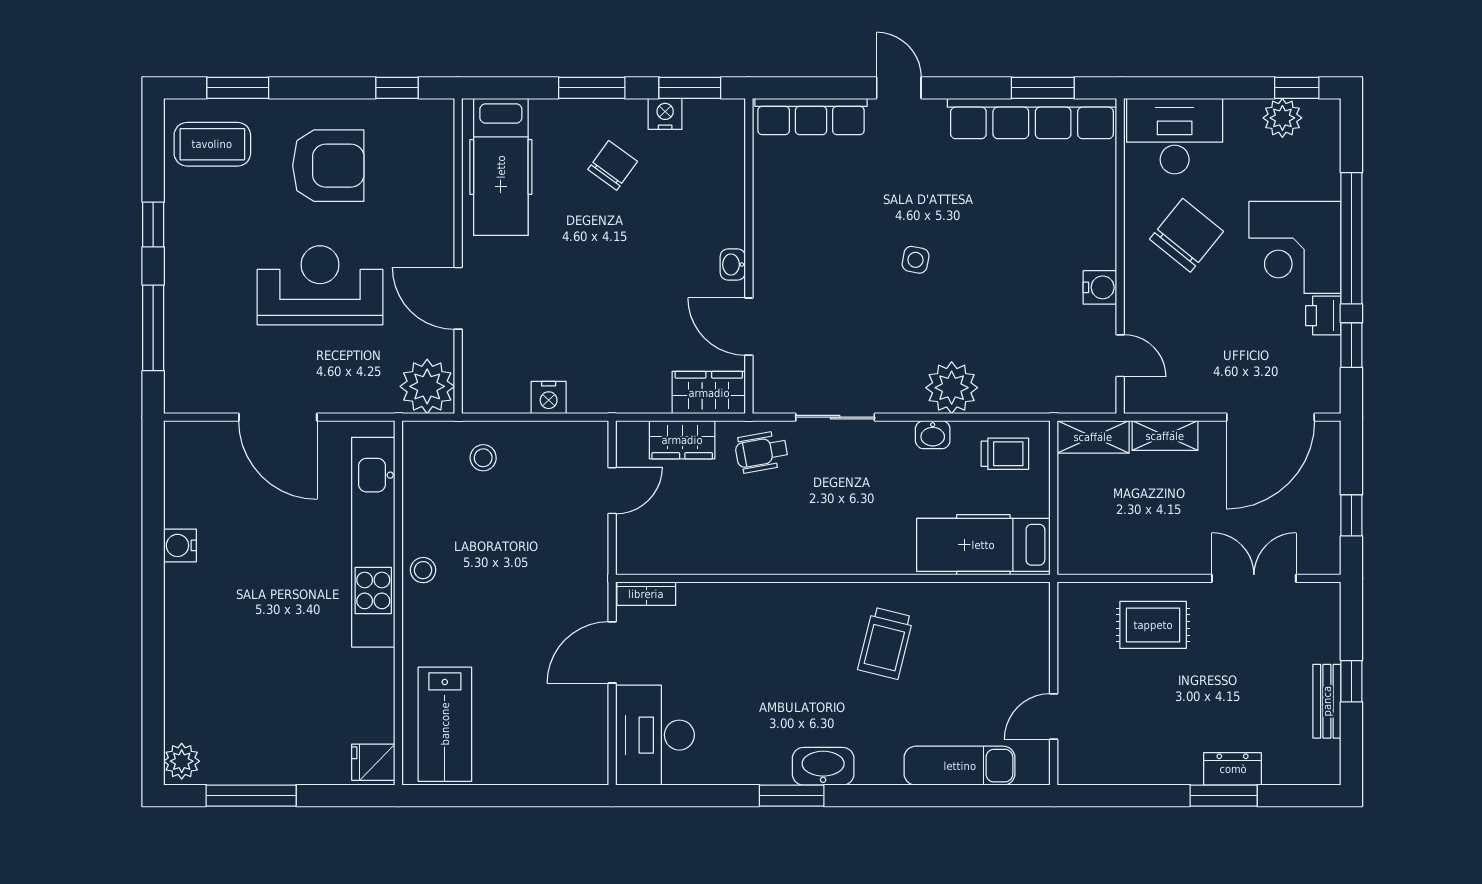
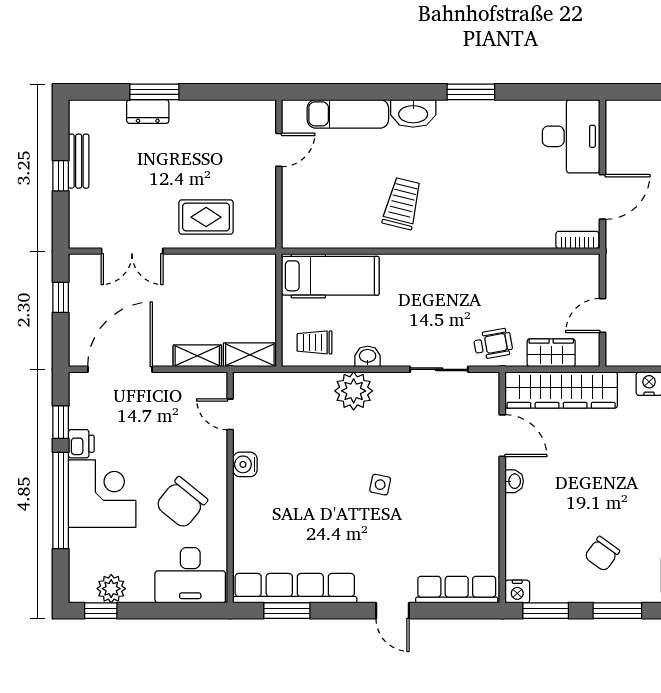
nightstand: (665, 114) -> (517, 592), moved
wardrobe: (709, 393) -> (561, 390), width x2.10, depth x1.17
washbasin: (823, 766) -> (413, 113), moved

